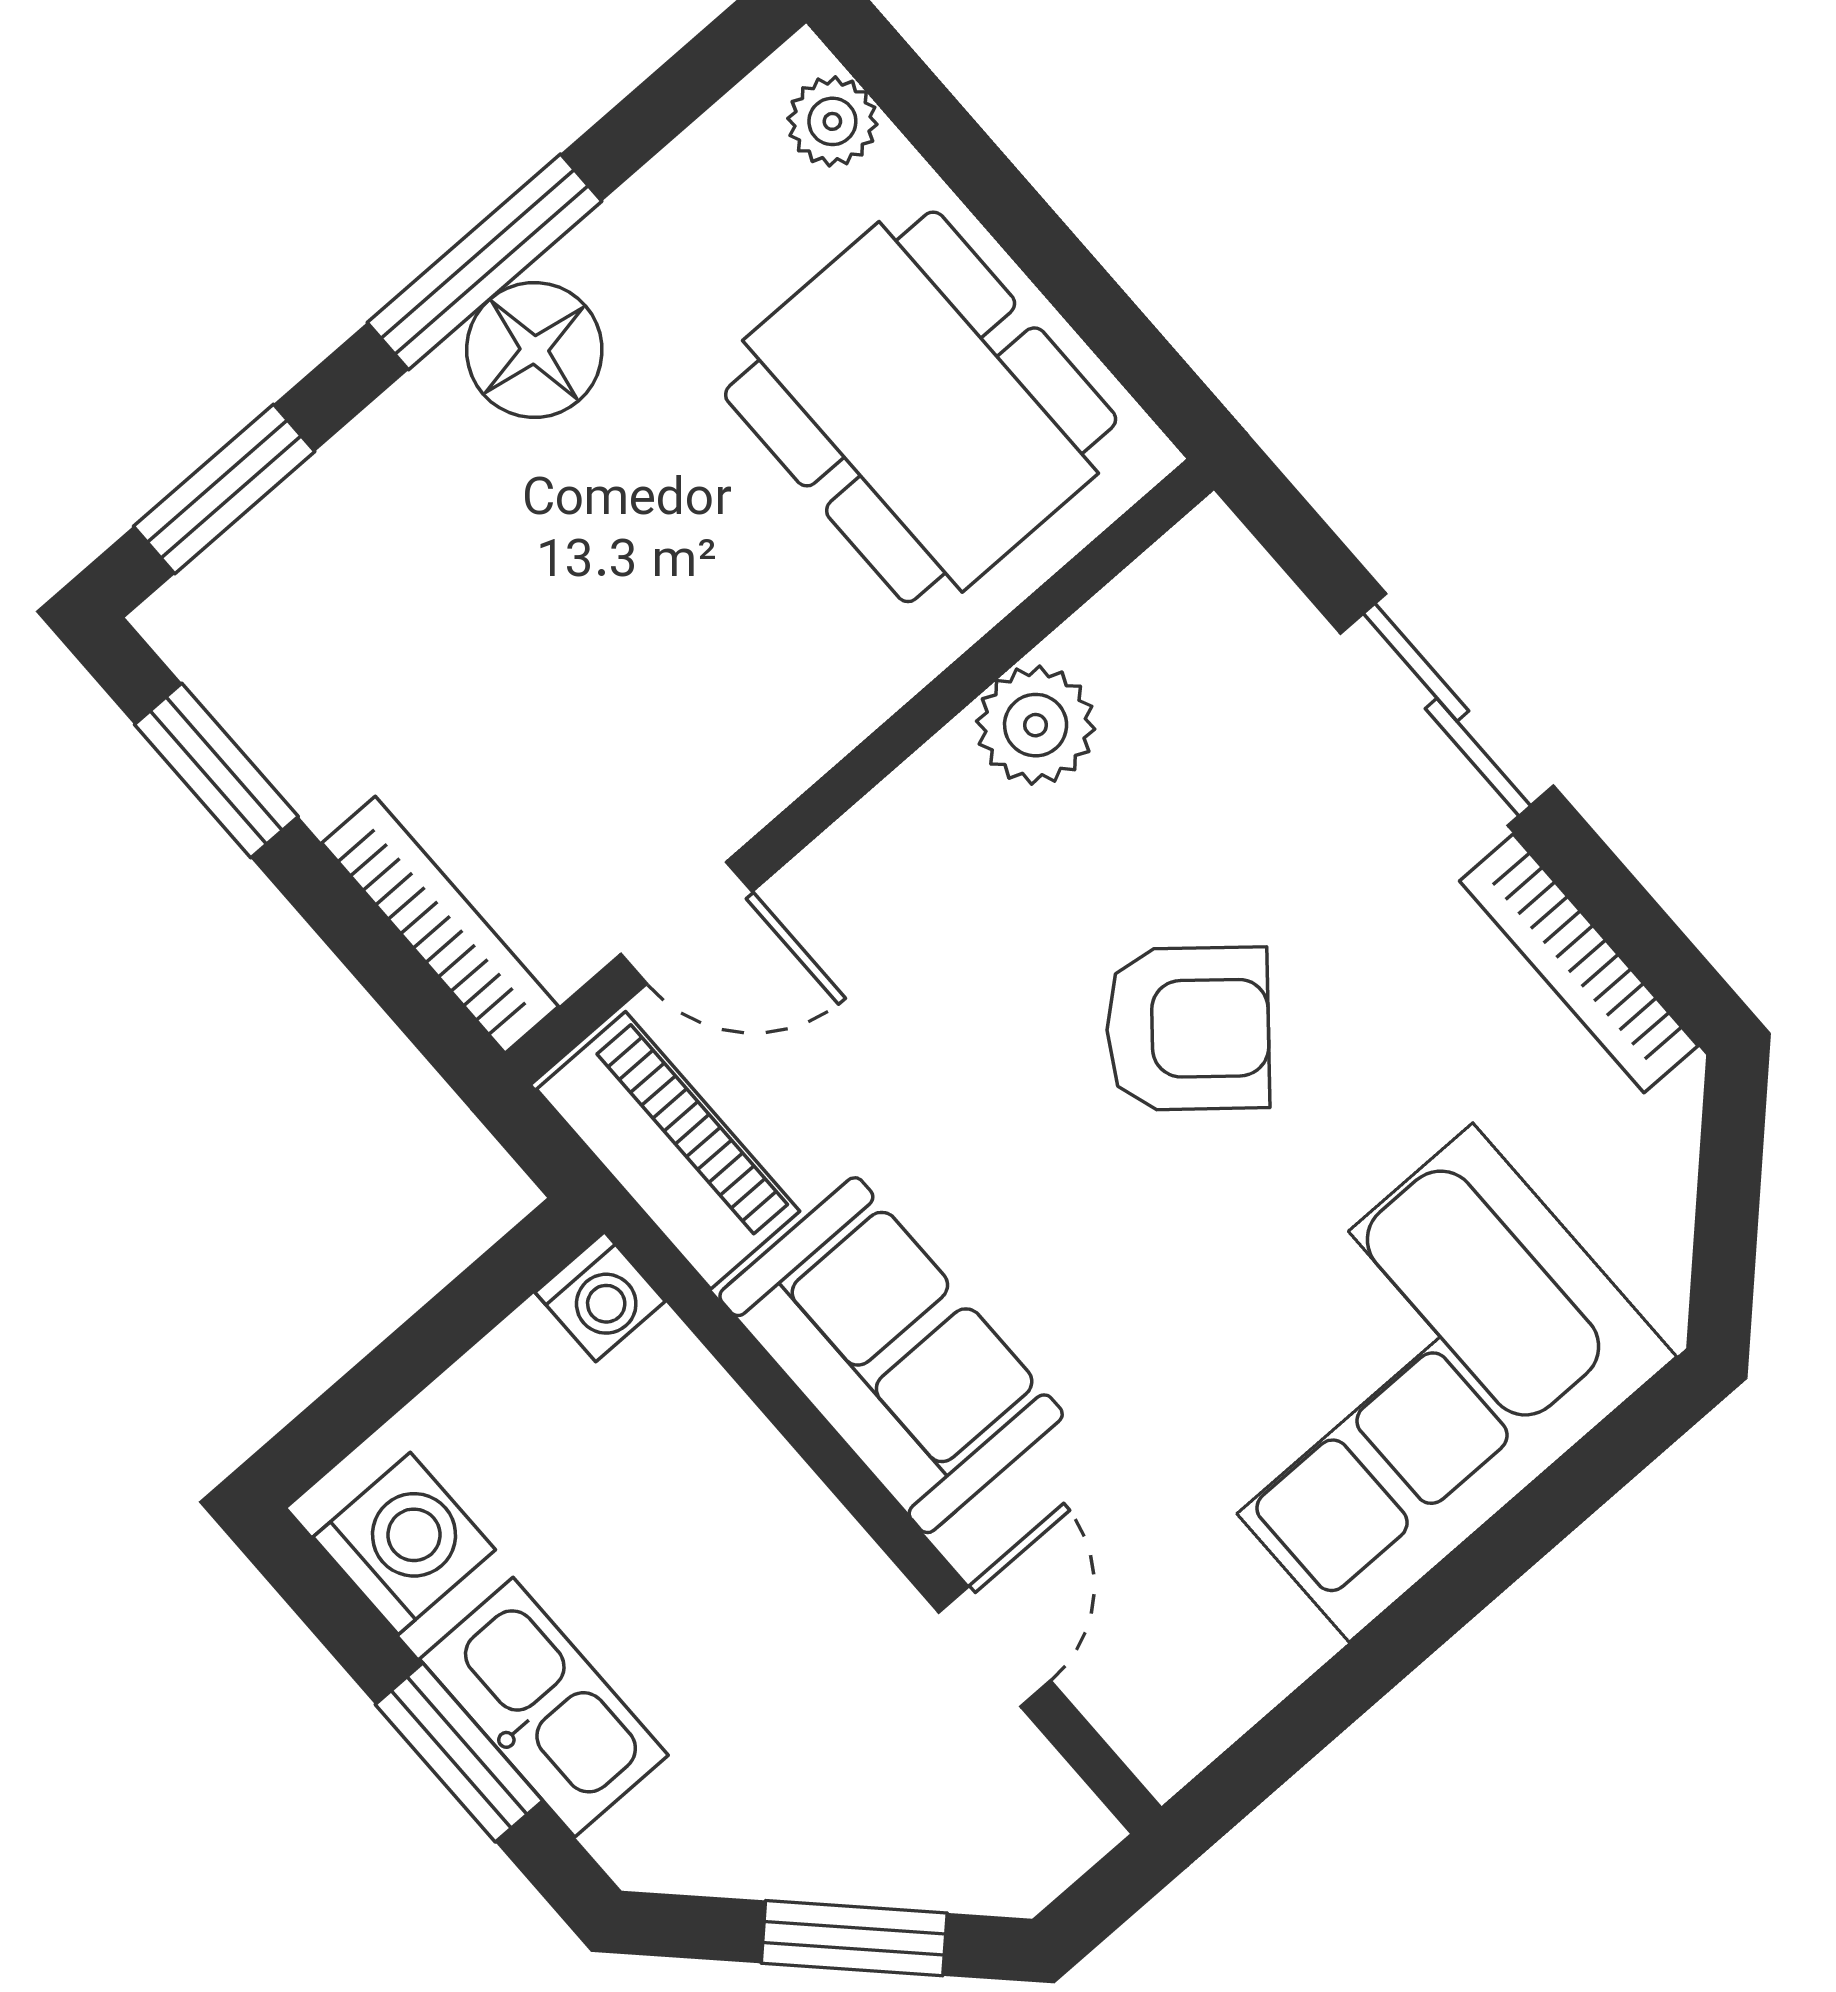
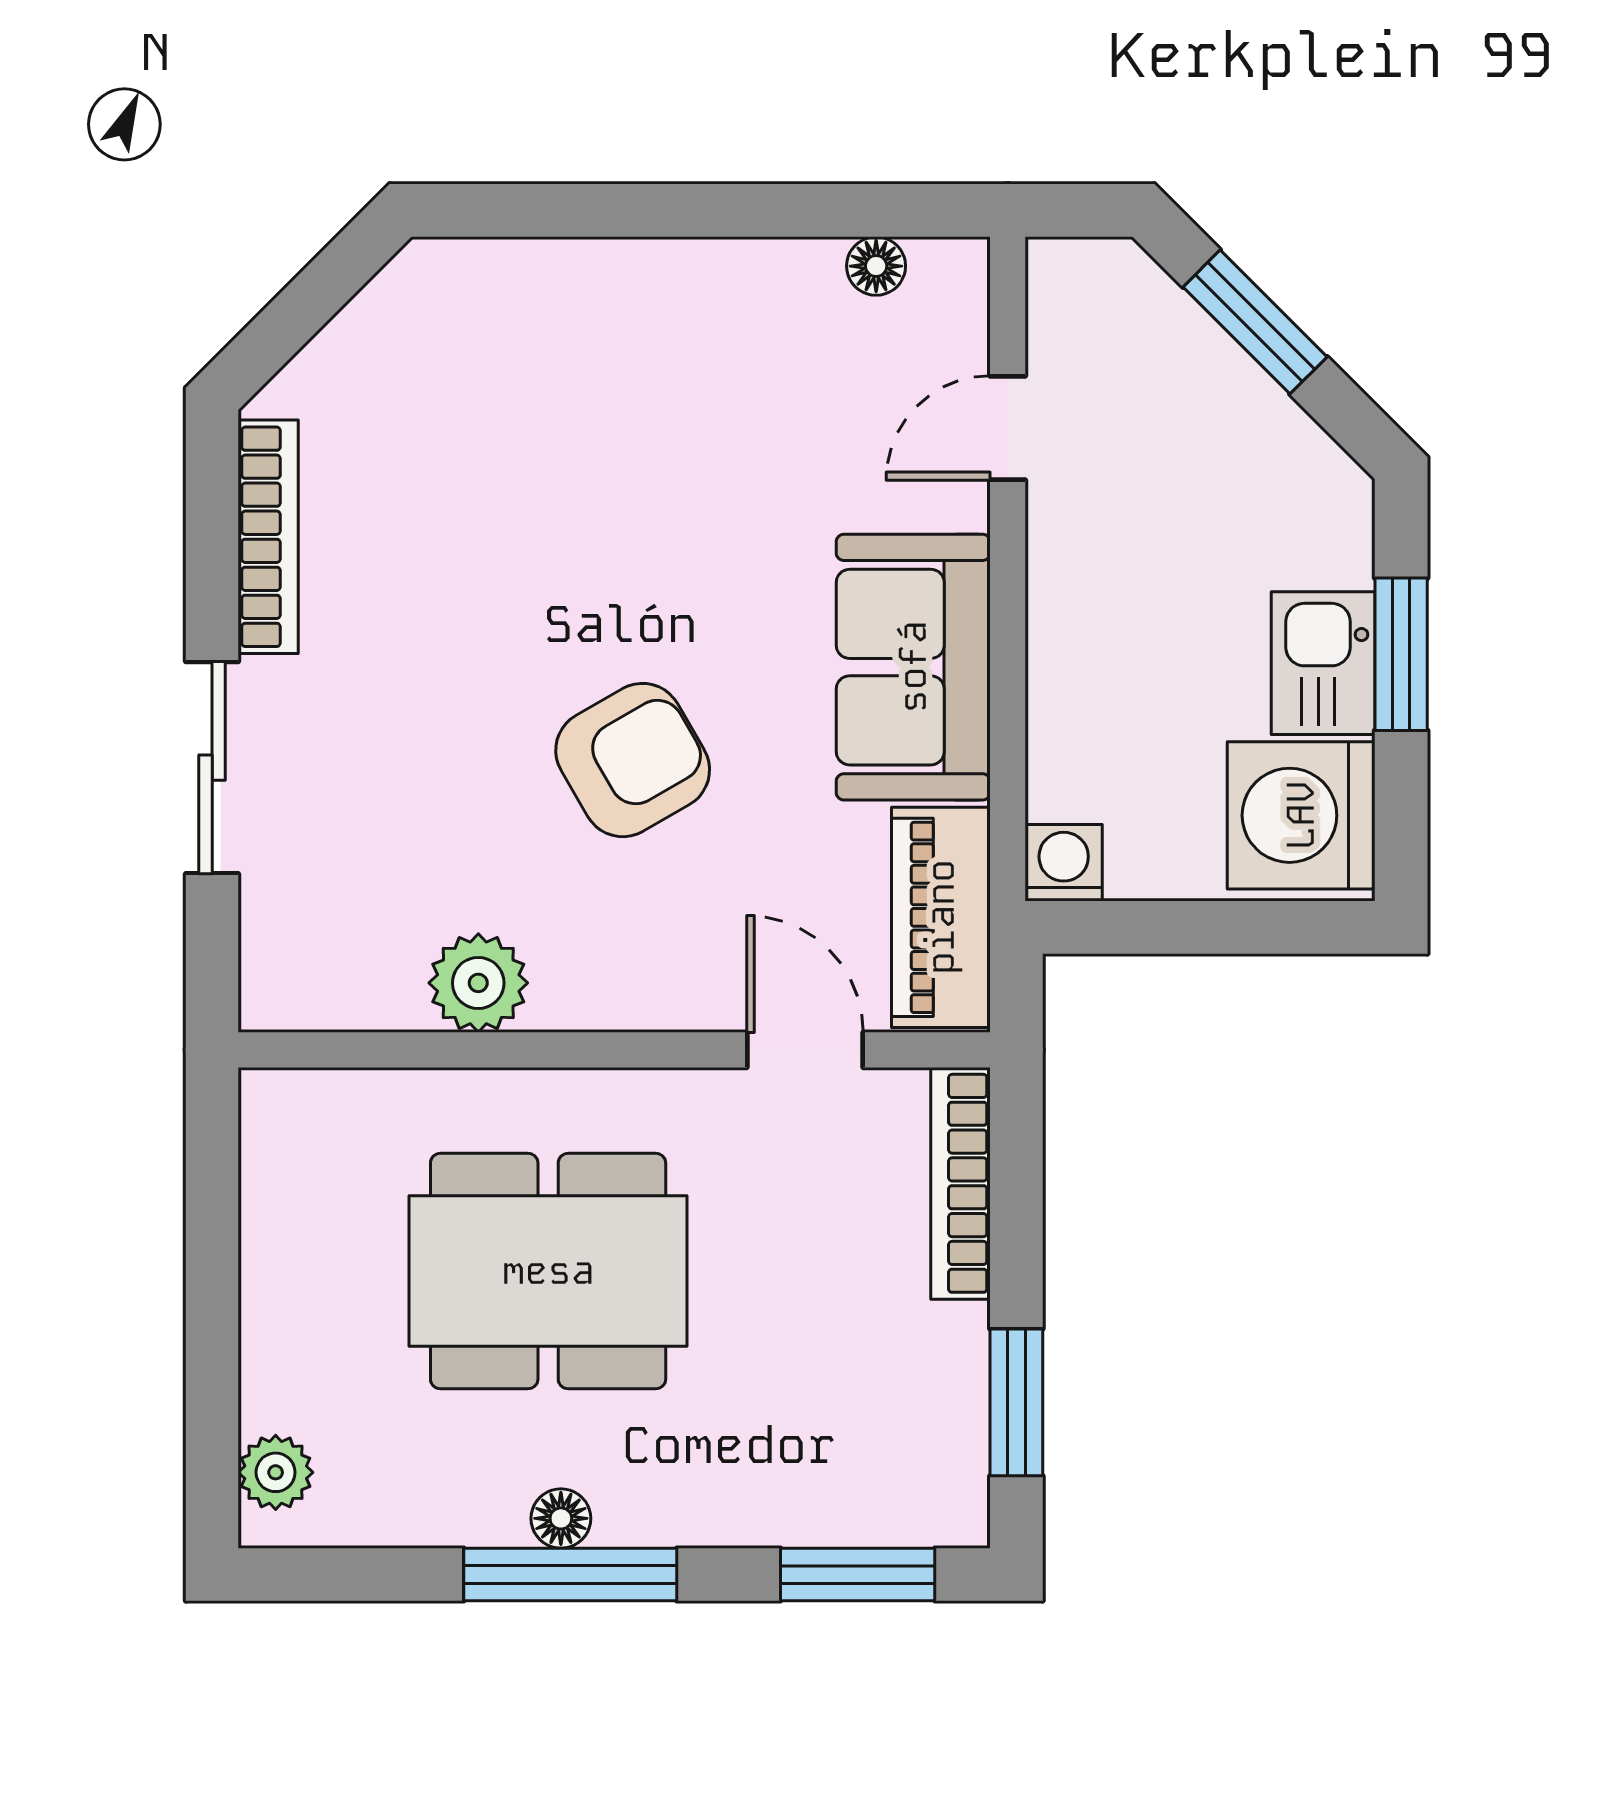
floor lamp: (534, 350) -> (561, 1518), width x0.53, depth x0.53
dining table: (921, 407) -> (548, 1271), moved, turned 90
armchair: (1188, 1029) -> (633, 760), moved, turned 110
corner sofa: (1411, 1383) -> (602, 366), removed
washing machine: (404, 1543) -> (1301, 815), width x1.37, depth x1.37
floor lamp: (1242, 1689) -> (876, 266), added
kitchen sink: (544, 1707) -> (1323, 663), width x0.73

